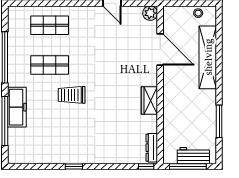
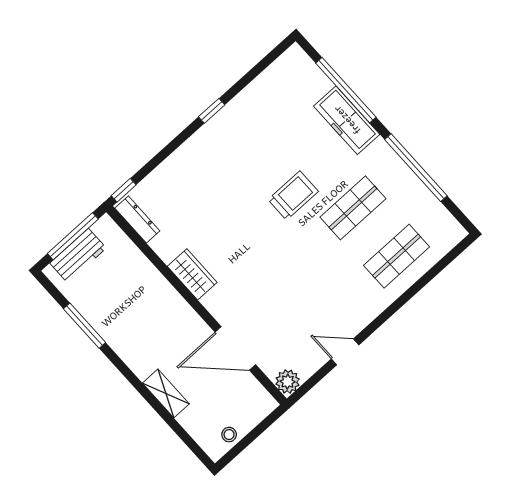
shelving: (208, 57) -> (166, 393), width x0.45, depth x0.75

